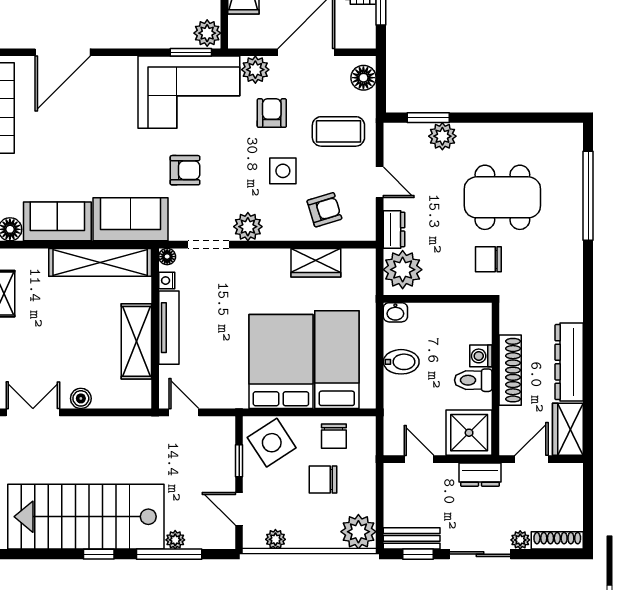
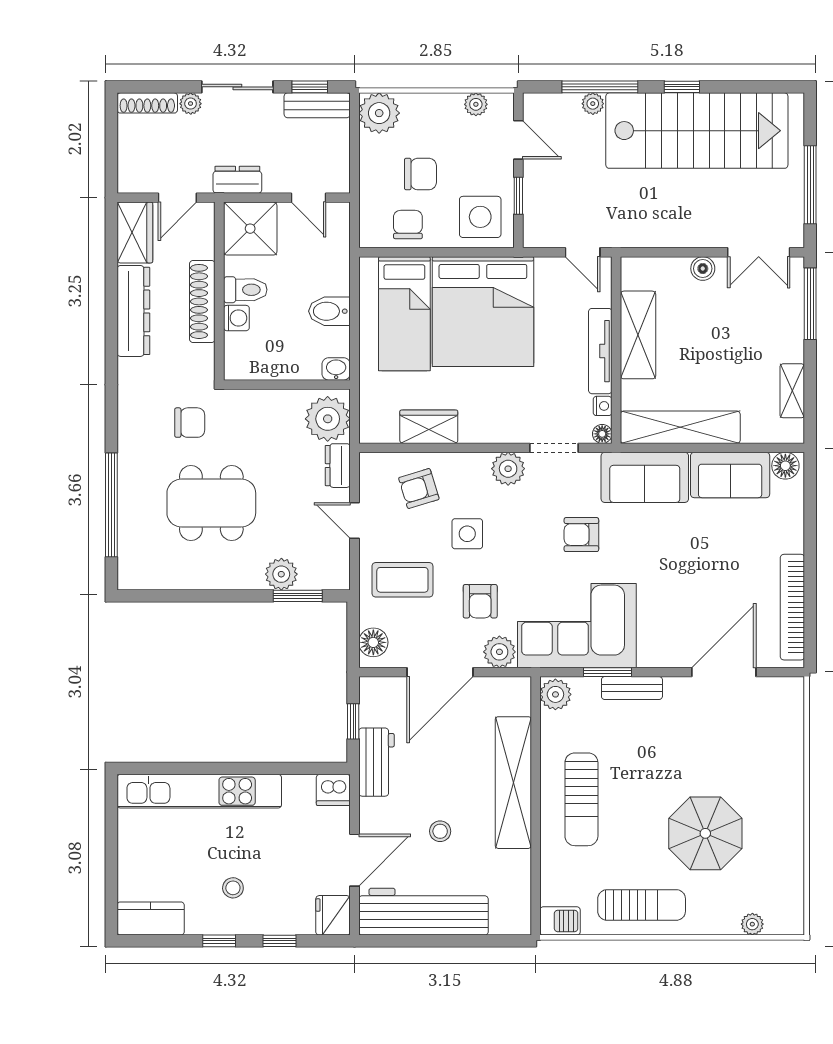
bench: (142, 39) -> (632, 688), added
window: (191, 52) -> (607, 672), moved
chair: (488, 259) -> (190, 423), moved
bed: (281, 361) -> (483, 312), width x1.36
side table: (272, 443) -> (480, 217), turned 33

